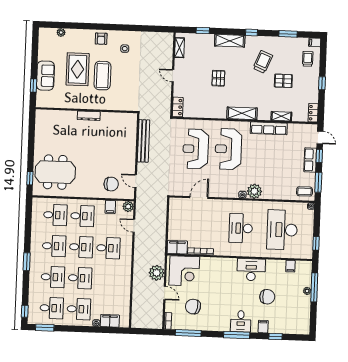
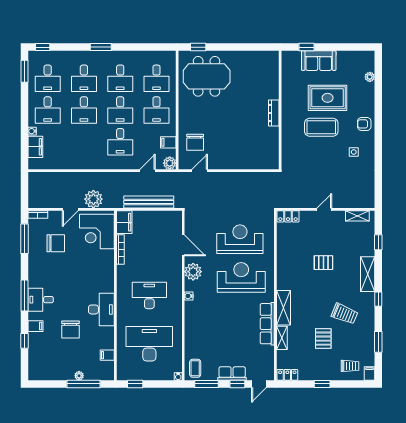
shelving: (242, 113) -> (283, 308), moved
bench: (144, 141) -> (149, 202), moved
meeting table: (55, 172) -> (207, 76), turned 90
plant: (254, 191) -> (193, 272), moved
chair: (193, 307) -> (56, 243), turned 79

